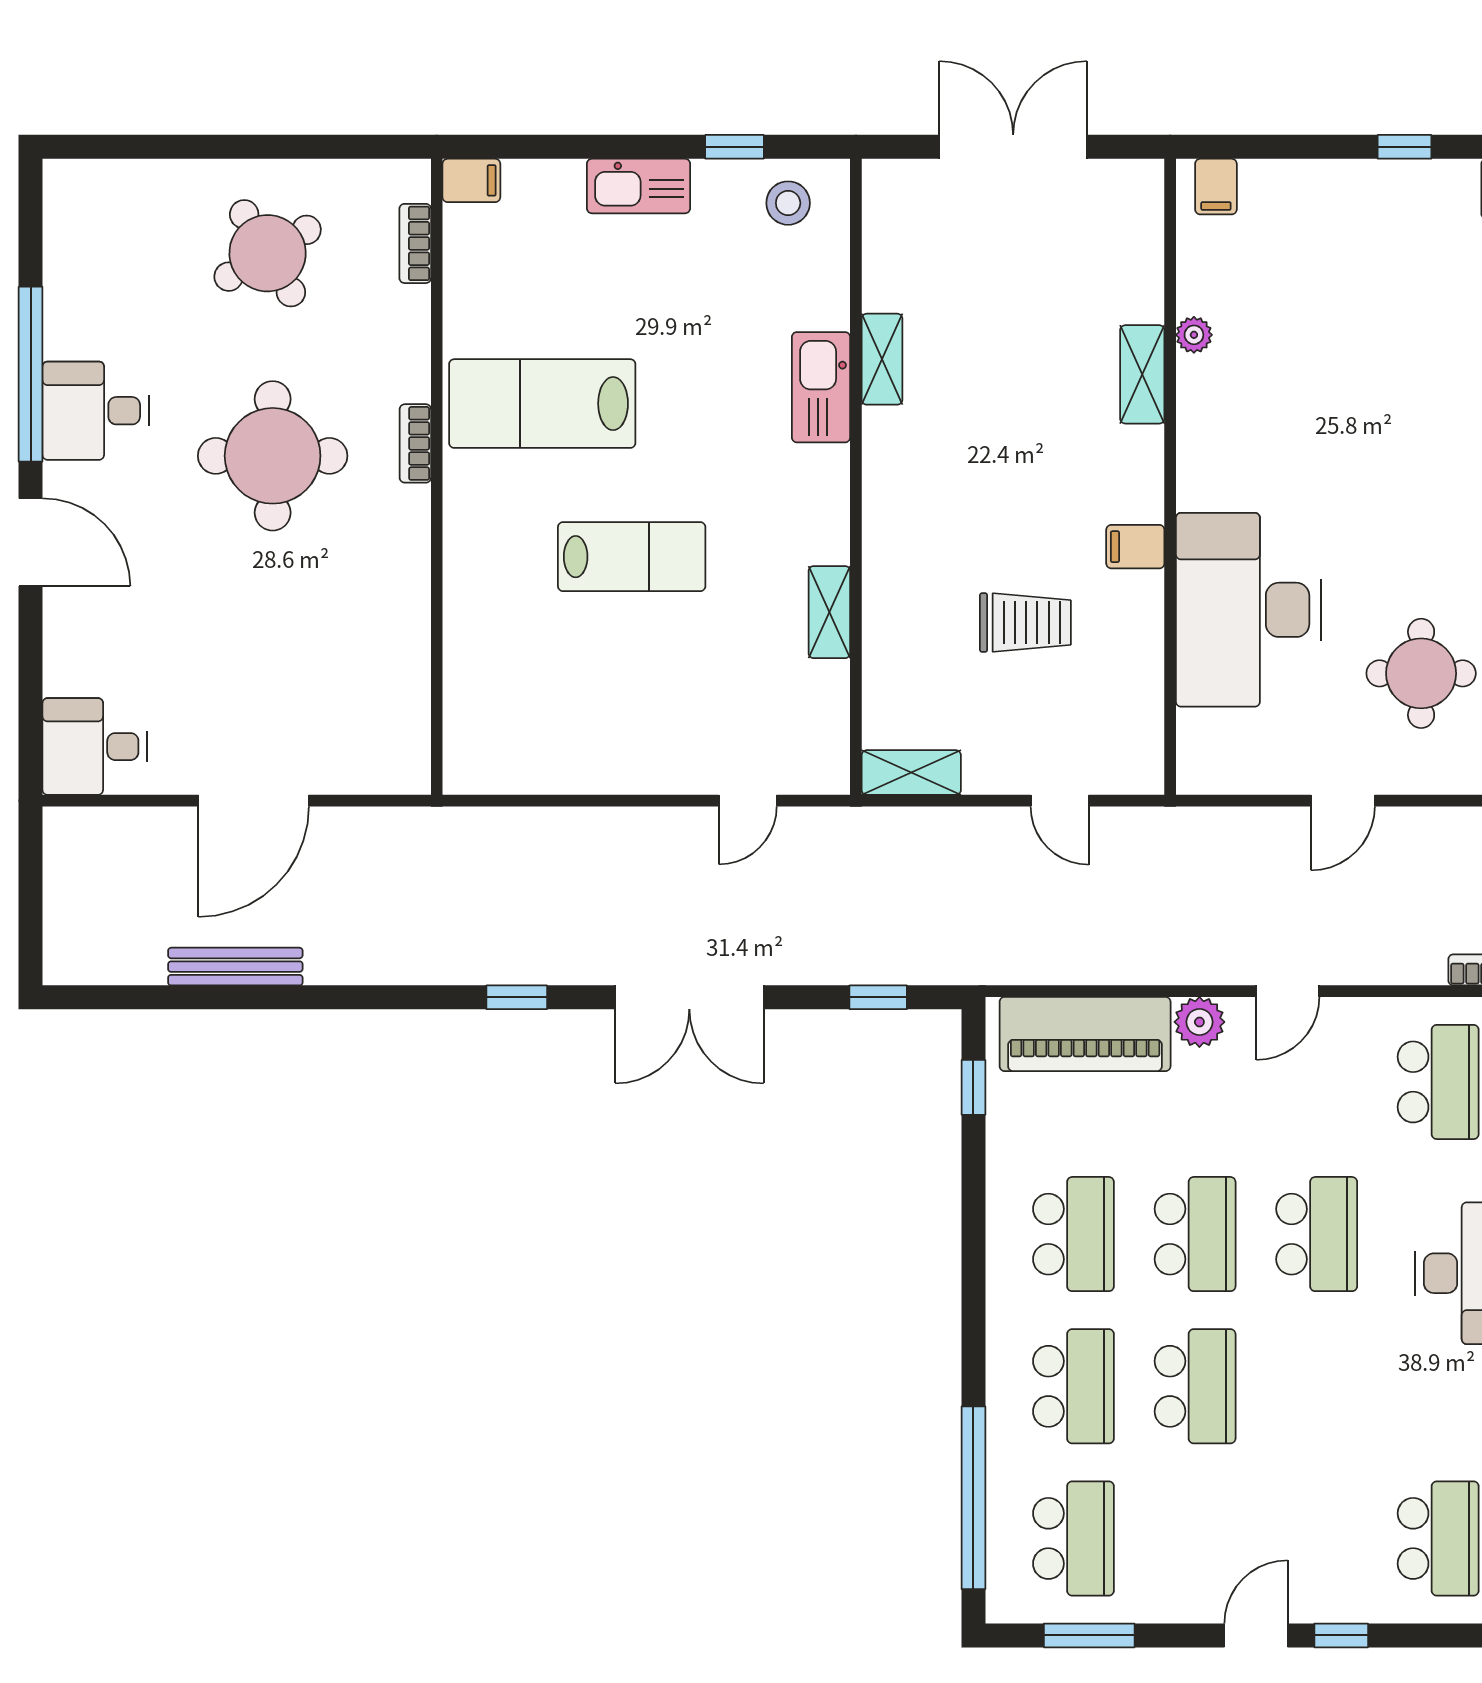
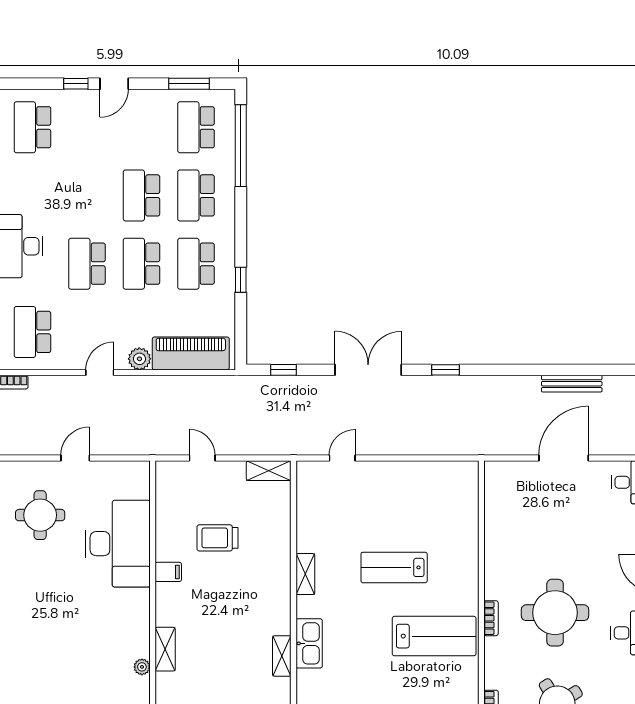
shelving: (829, 612) -> (305, 574), moved
window: (973, 1087) -> (241, 280), moved

